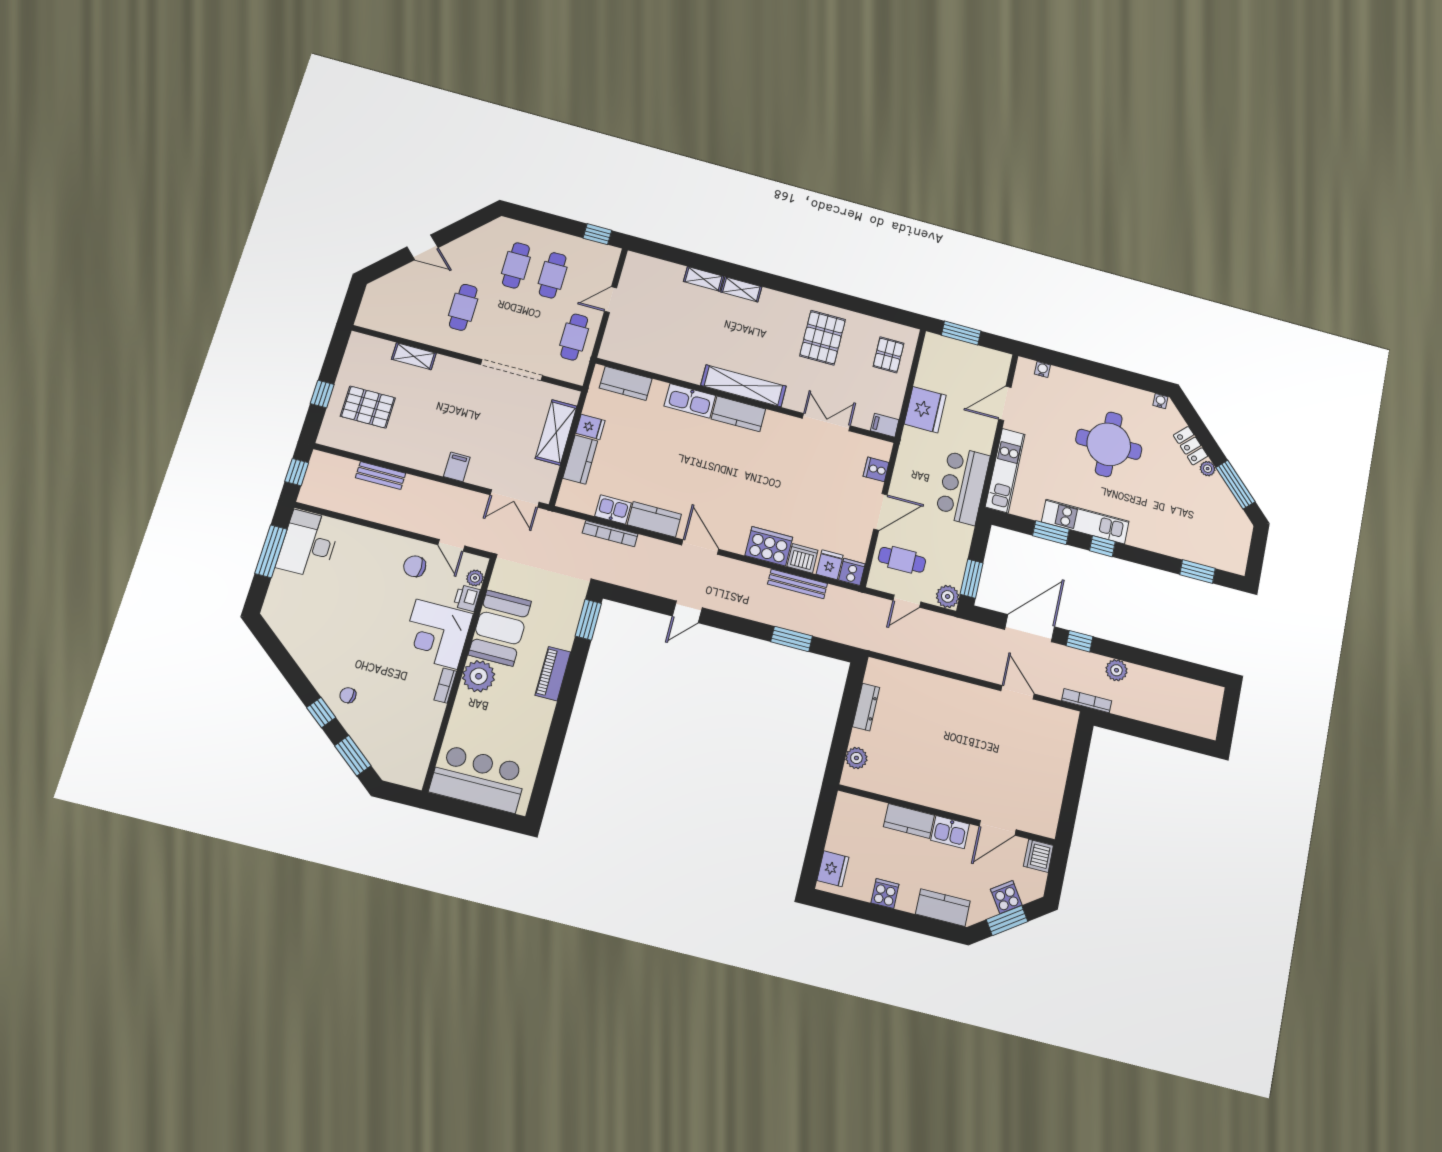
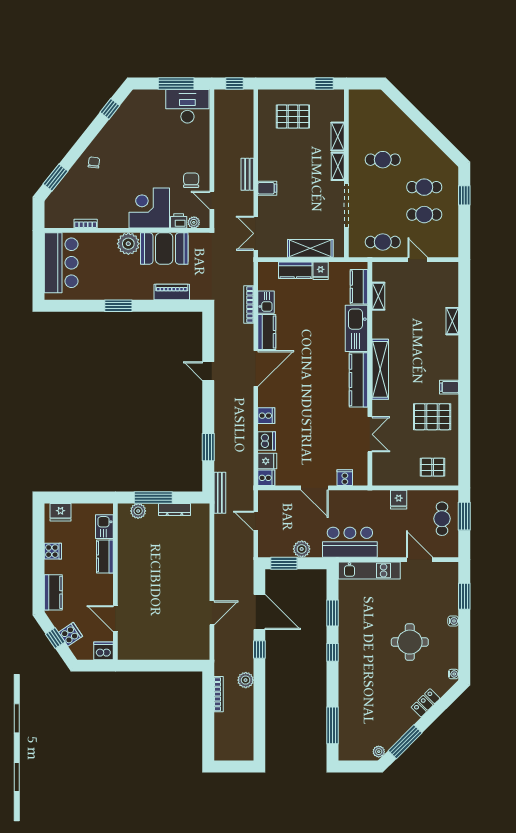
window: (597, 234) -> (464, 195), moved
door: (422, 247) -> (419, 119), removed
shelving: (741, 289) -> (378, 296), moved
window: (1064, 361) -> (464, 596), added
shelving: (455, 367) -> (338, 166), added
water cooler: (1042, 369) -> (453, 621), moved
window: (322, 394) -> (324, 83), moved
kitchen sink: (690, 401) -> (357, 328), width x1.36, depth x1.24
pallet: (368, 407) -> (293, 117), turned 90
fridge: (925, 410) -> (399, 500), width x0.53, depth x0.75
kitchen counter: (738, 414) -> (359, 380), width x1.50
filing cabinet: (885, 425) -> (449, 387), moved, turned -90
round table: (1109, 444) -> (410, 642), width x0.73, depth x0.73
plant: (1208, 469) -> (379, 752), moved
bench: (381, 475) -> (247, 174), moved
kitchen unit: (1085, 522) -> (347, 636), removed
door: (451, 545) -> (212, 200), hinge flipped
cooker: (769, 546) -> (266, 416), width x0.53, depth x0.76
door: (700, 547) -> (256, 368), width x1.36
cafe table: (902, 560) -> (442, 519), moved
window: (1197, 571) -> (333, 725), width x1.44
bench: (797, 584) -> (220, 493), moved
plant: (948, 596) -> (302, 549), moved
window: (588, 620) -> (118, 306), moved
piano: (553, 674) -> (172, 292), moved
bookcase: (445, 686) -> (86, 224), moved
bookcase: (1087, 701) -> (219, 694), moved
window: (321, 712) -> (110, 109), moved
window: (843, 732) -> (153, 497), added
kitchen sink: (950, 832) -> (104, 527), moved
window: (1007, 921) -> (55, 638), width x0.67

